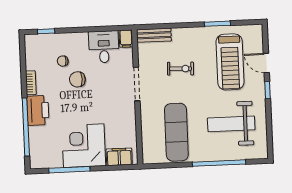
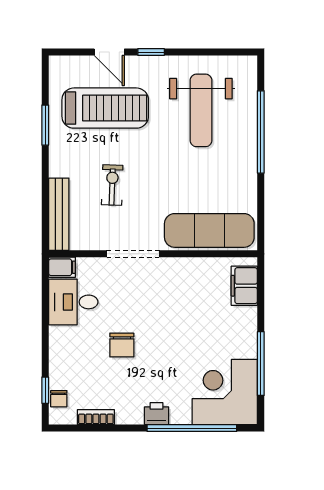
bench: (154, 35) -> (59, 214), width x1.36
chair: (63, 61) -> (59, 399), moved
door: (266, 63) -> (109, 52), hinge flipped
bookcase: (31, 83) -> (96, 417), moved
printer: (38, 110) -> (157, 414), width x0.53, depth x0.68
exercise mat: (176, 132) -> (209, 230), moved
corner desk: (84, 146) -> (225, 392), moved, turned 90

